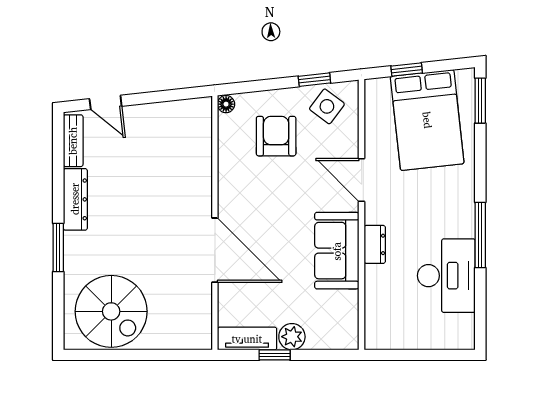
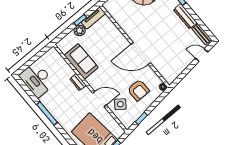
side table: (327, 106) -> (120, 104), moved
door: (215, 250) -> (141, 53), moved
sofa: (337, 251) -> (81, 61), moved
desk: (446, 276) -> (37, 80), moved

